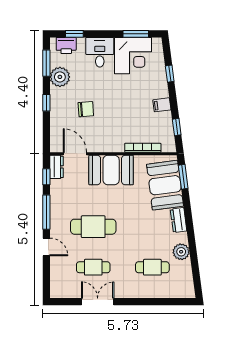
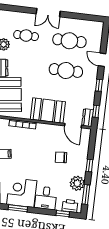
window: (46, 212) -> (99, 85), width x0.46
cafe table: (93, 267) -> (69, 41), width x1.37, depth x1.35
double door: (98, 302) -> (48, 13), moved

